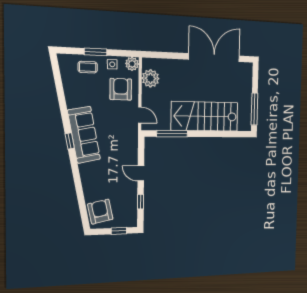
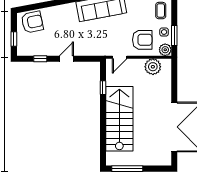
window: (96, 52) -> (174, 35), moved
window: (172, 134) -> (103, 88), width x0.46

